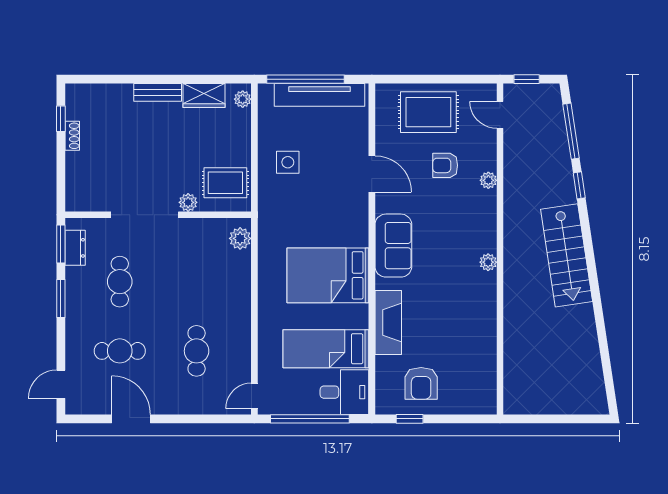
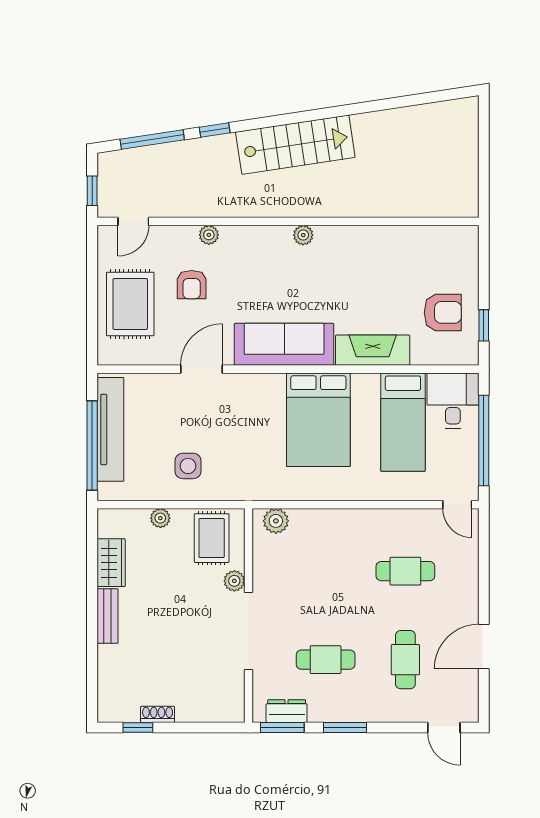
plant: (243, 99) -> (160, 518), moved
sofa: (393, 246) -> (284, 344), width x1.36

